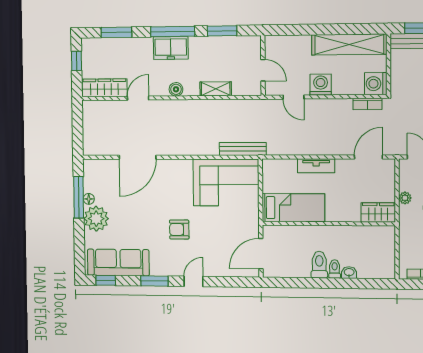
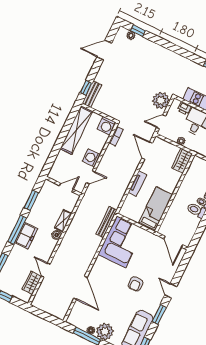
wardrobe: (104, 88) -> (32, 283), width x0.67
boiler: (176, 89) -> (57, 235), moved

